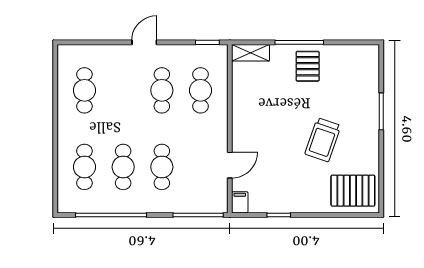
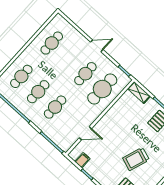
cafe table: (201, 90) -> (102, 89), width x1.37, depth x1.35
filing cabinet: (240, 202) -> (82, 160), moved

